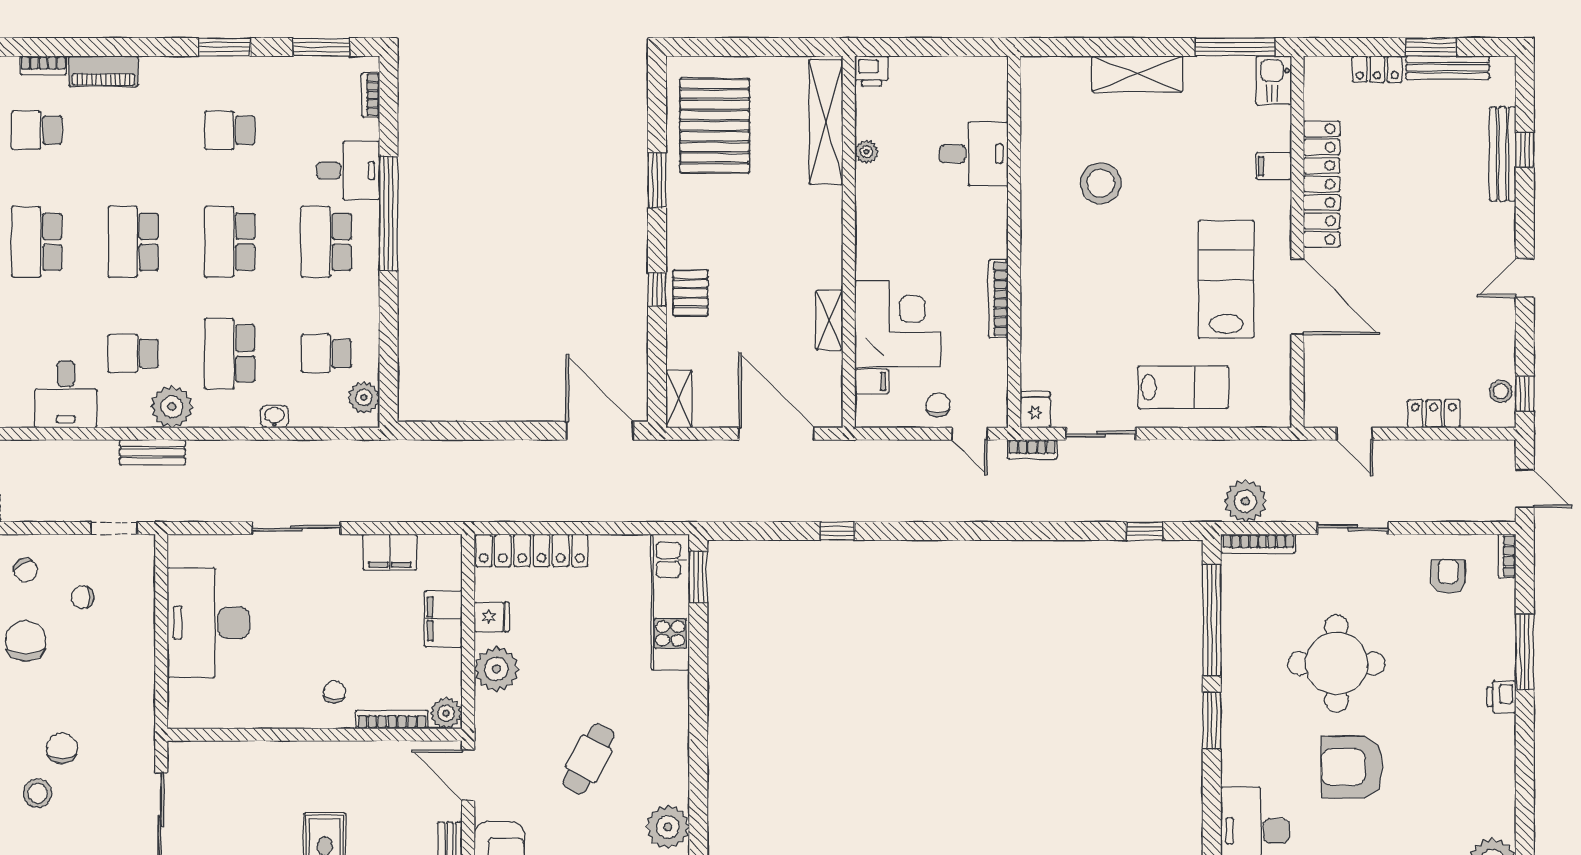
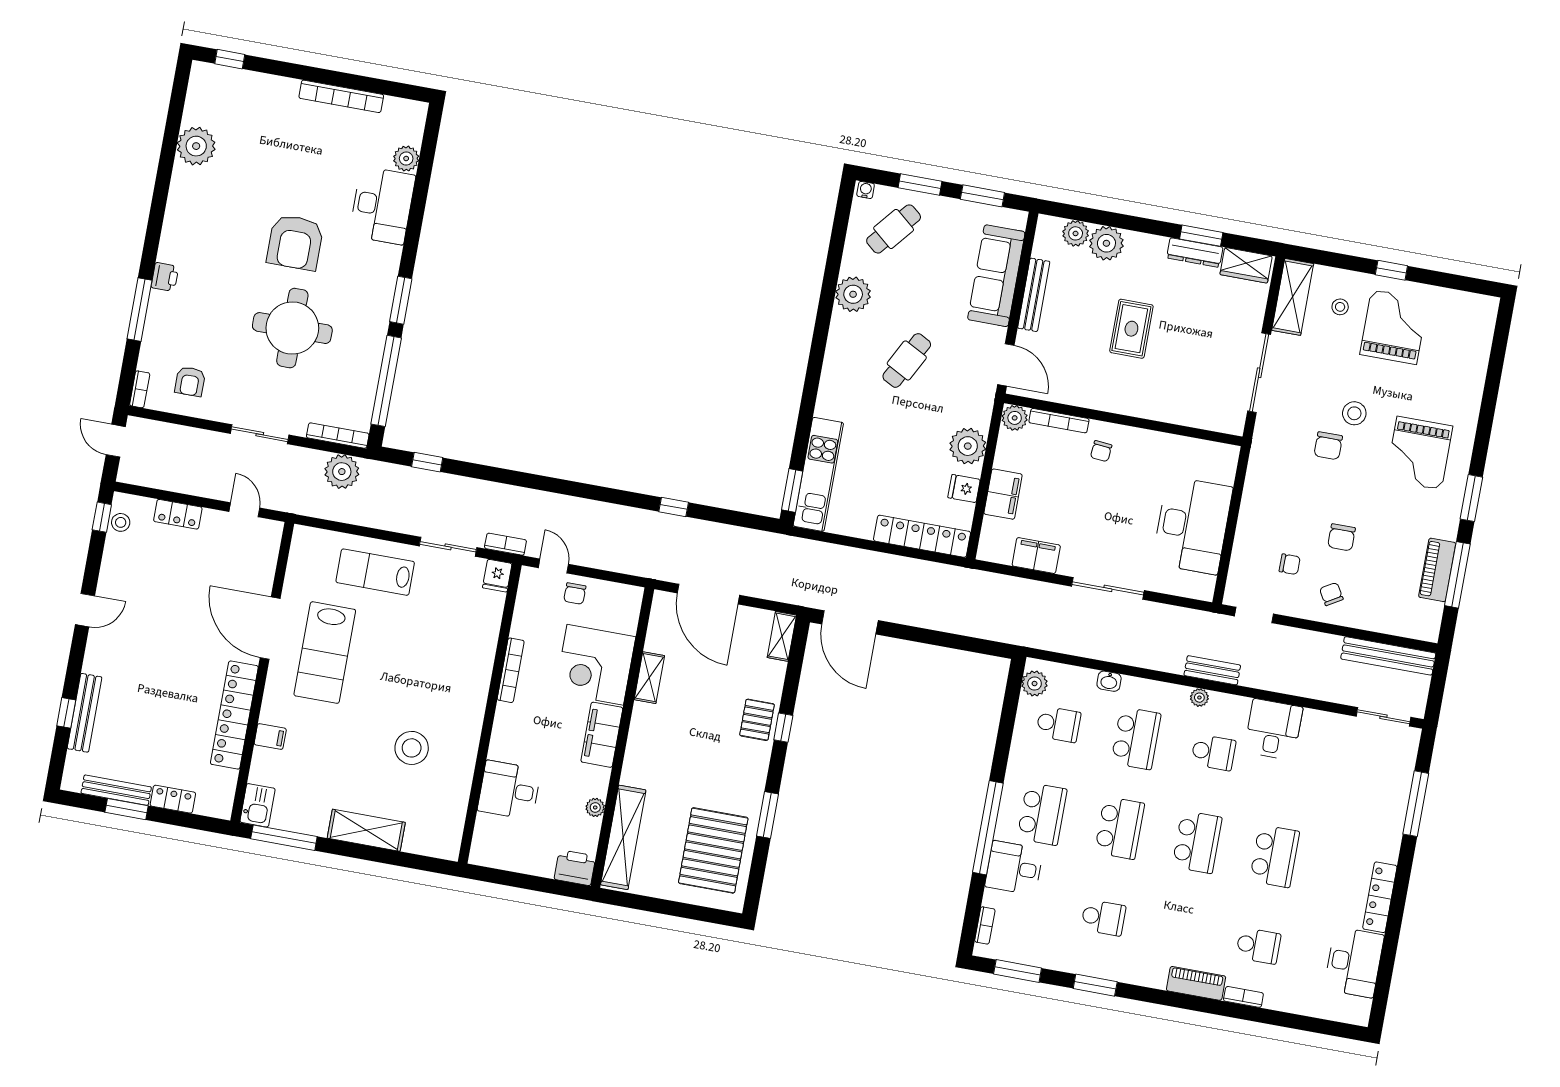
printer: (871, 71) -> (575, 868), width x1.36, depth x1.24
filing cabinet: (871, 381) -> (602, 735), moved, width x3.00, depth x1.17
plant: (172, 407) -> (1199, 698), width x0.53, depth x0.53
chair: (26, 641) -> (1342, 537), width x0.73, depth x0.73
armchair: (1352, 767) -> (295, 242), turned 90

